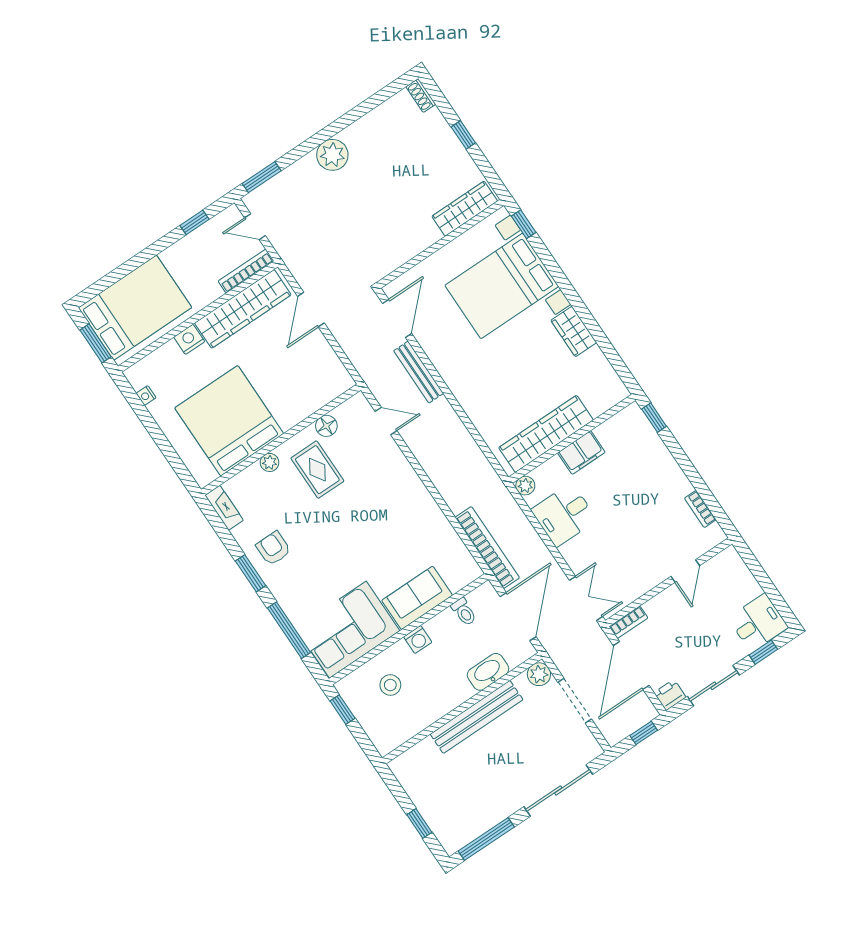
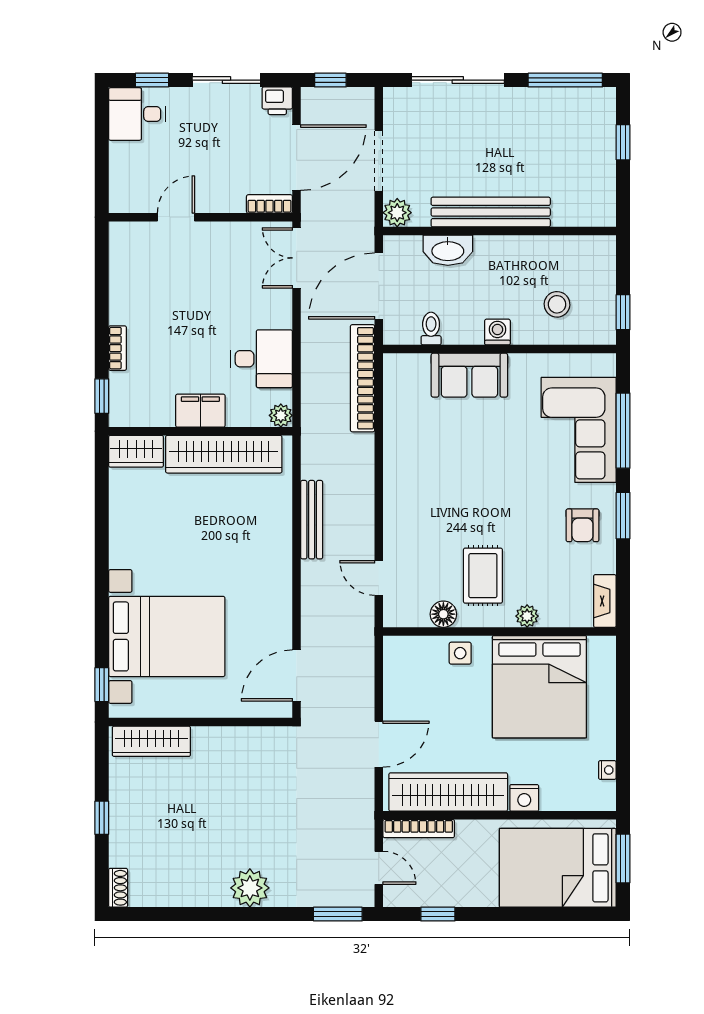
wardrobe: (574, 331) -> (136, 451), moved, turned 90
bench: (419, 372) -> (312, 520), moved
side table: (298, 407) -> (460, 653), added
bookcase: (700, 509) -> (118, 348), moved
corner sofa: (348, 630) -> (579, 430), moved, turned 90

